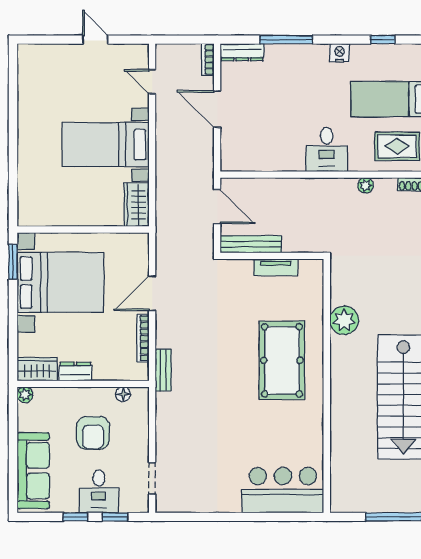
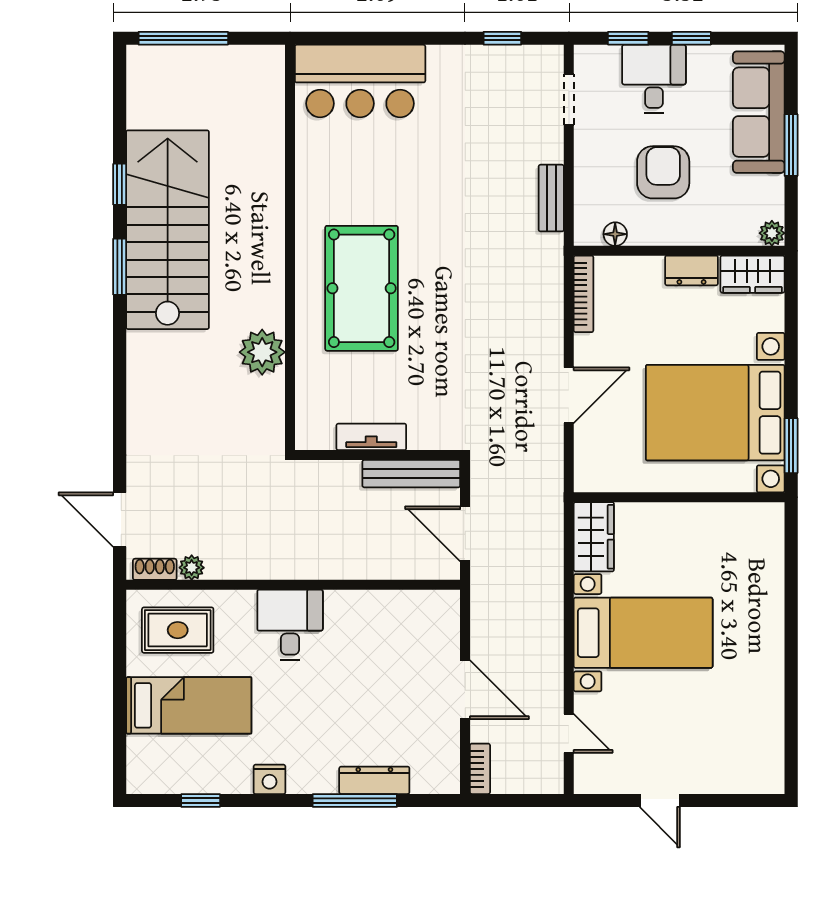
dresser: (242, 52) -> (374, 780), moved
plant: (366, 185) -> (192, 568), moved
bookcase: (143, 338) -> (584, 294), moved
bench: (163, 370) -> (551, 198), moved
window: (13, 450) -> (791, 145), added
window: (194, 517) -> (502, 38), added

